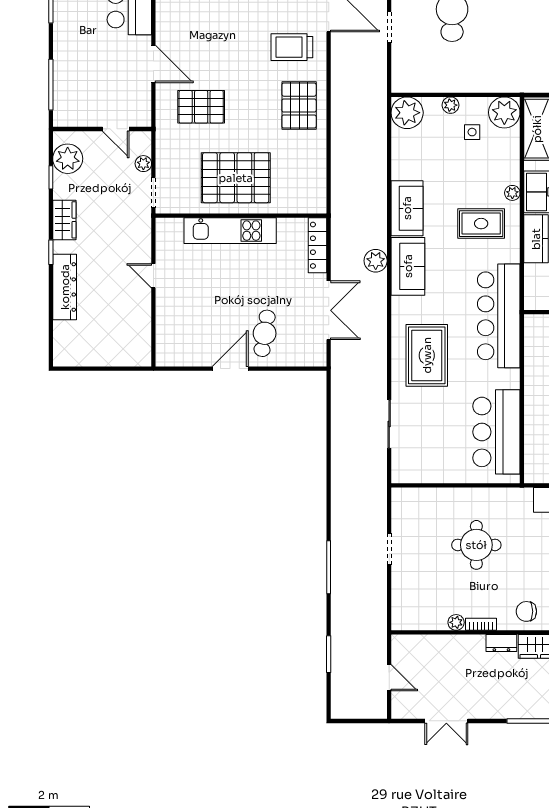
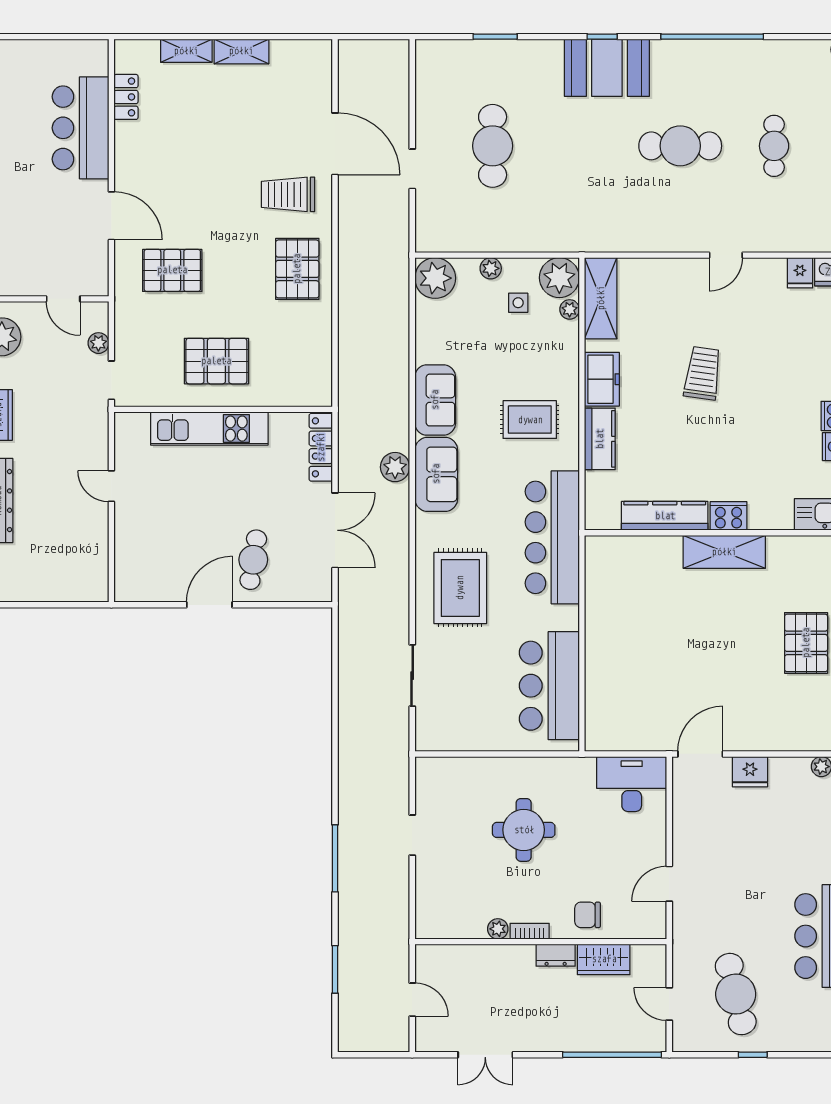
pallet: (236, 178) -> (216, 361), width x0.73, depth x0.71
plant: (512, 193) -> (570, 309), moved

